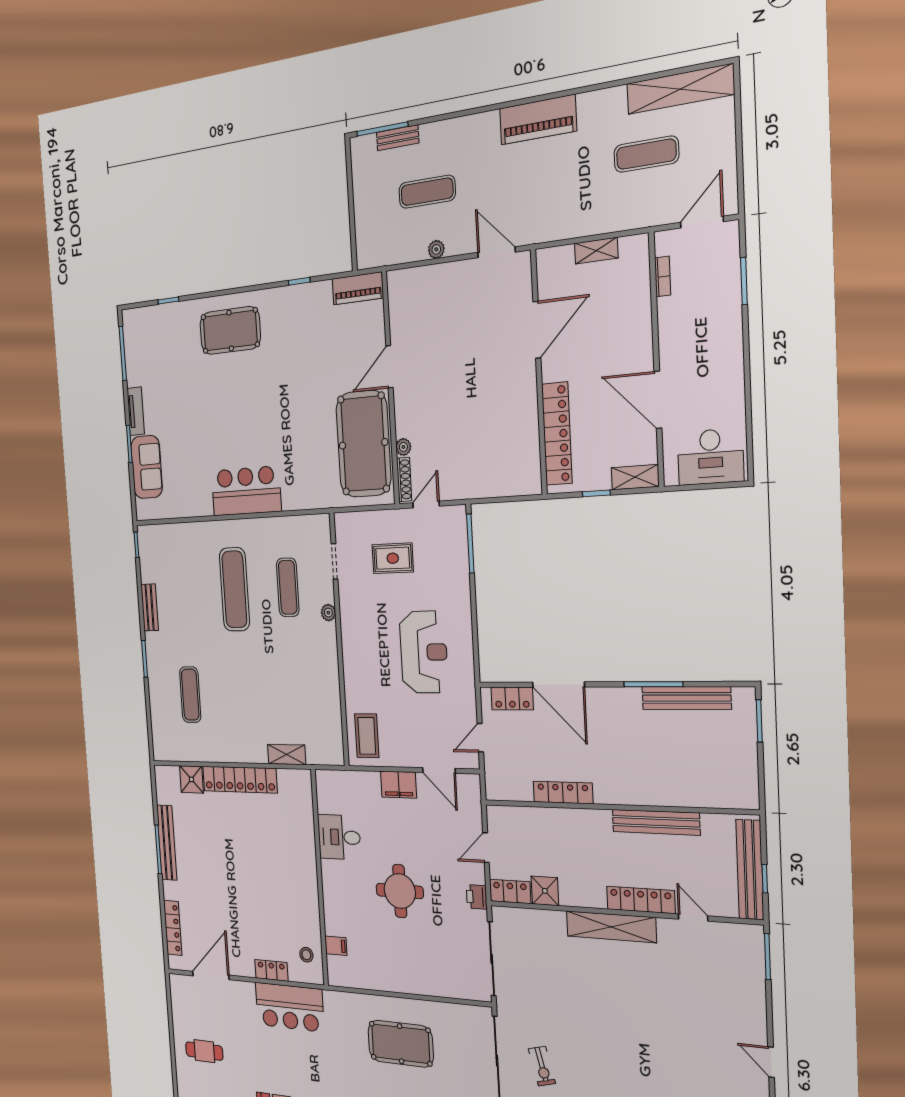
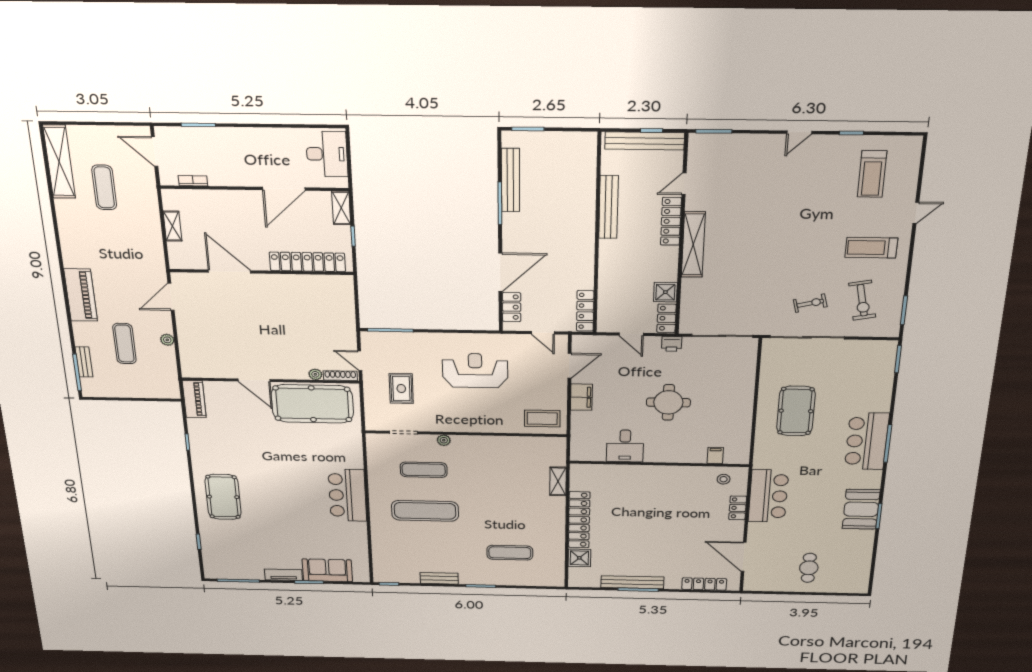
piano: (538, 120) -> (81, 295), moved
locker: (563, 793) -> (585, 311), moved

